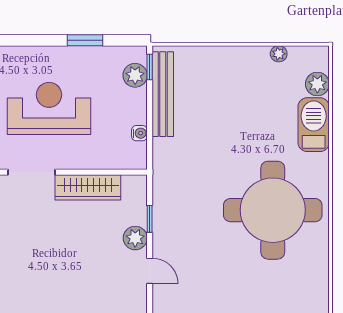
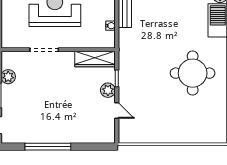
wardrobe: (88, 187) -> (95, 59), moved
round table: (273, 210) -> (193, 73), width x0.73, depth x0.73

